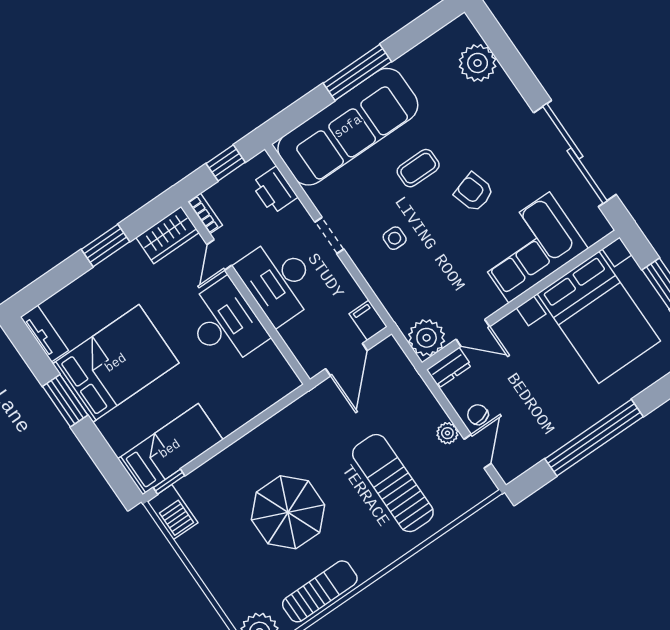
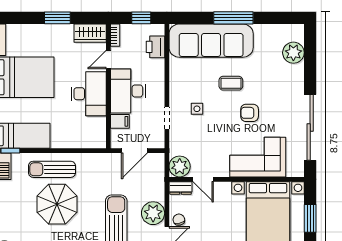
armchair: (474, 192) -> (250, 113), turned -73
doorway: (329, 236) -> (167, 118), moved
filing cabinet: (368, 320) -> (120, 121), moved, turned 90
plant: (447, 433) -> (153, 213), width x1.88, depth x1.88
sun lounger: (247, 467) -> (52, 169), added

